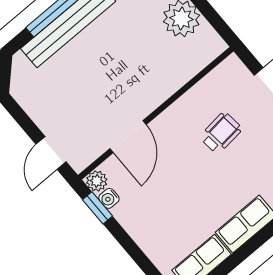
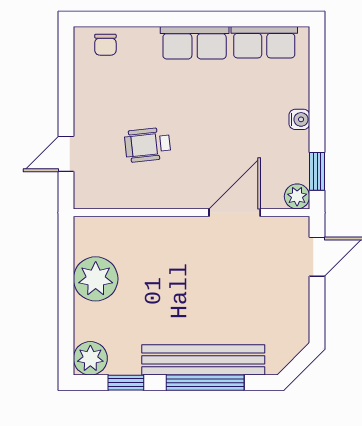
water cooler: (109, 198) -> (299, 119), moved

